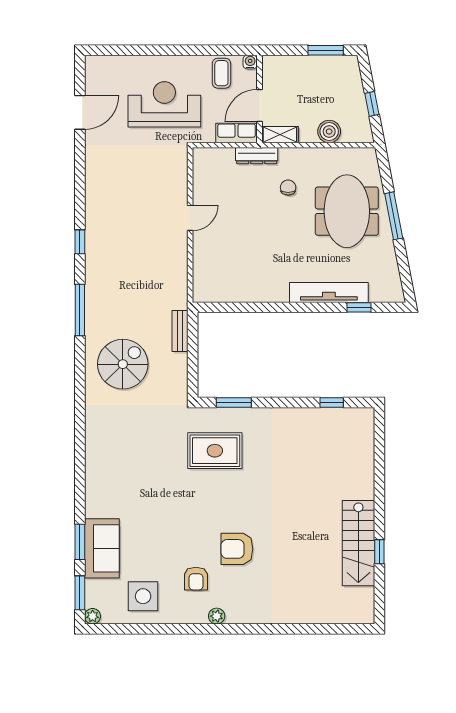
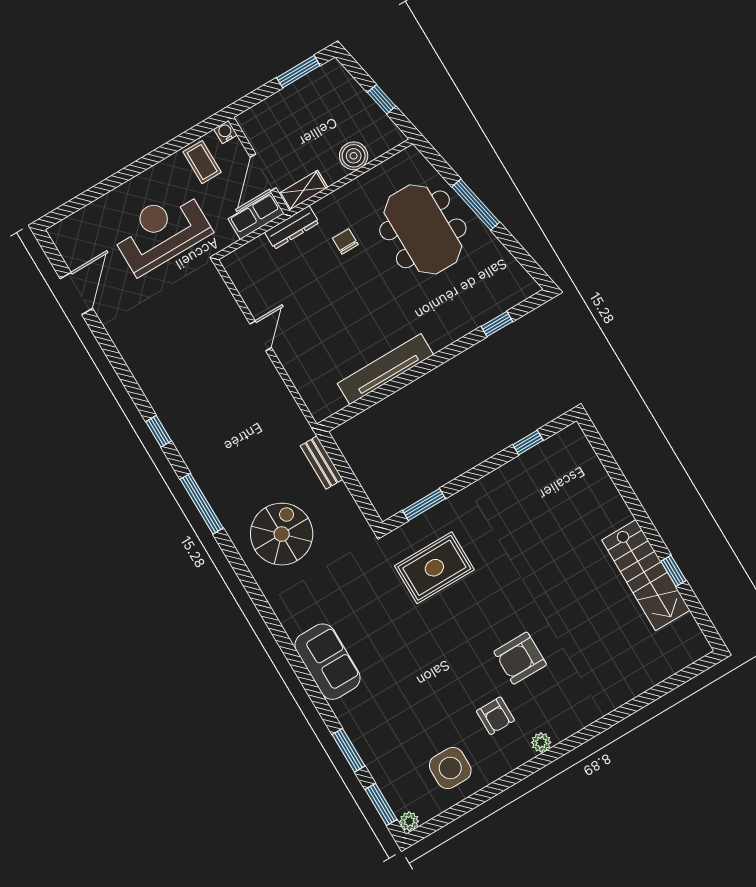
tv unit: (329, 293) -> (385, 369), moved
sofa: (102, 548) -> (328, 662), moved

